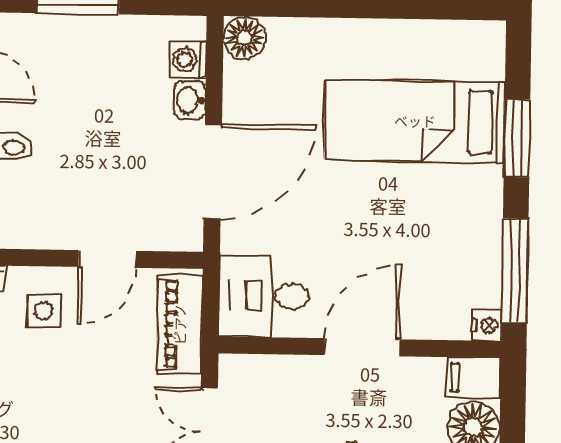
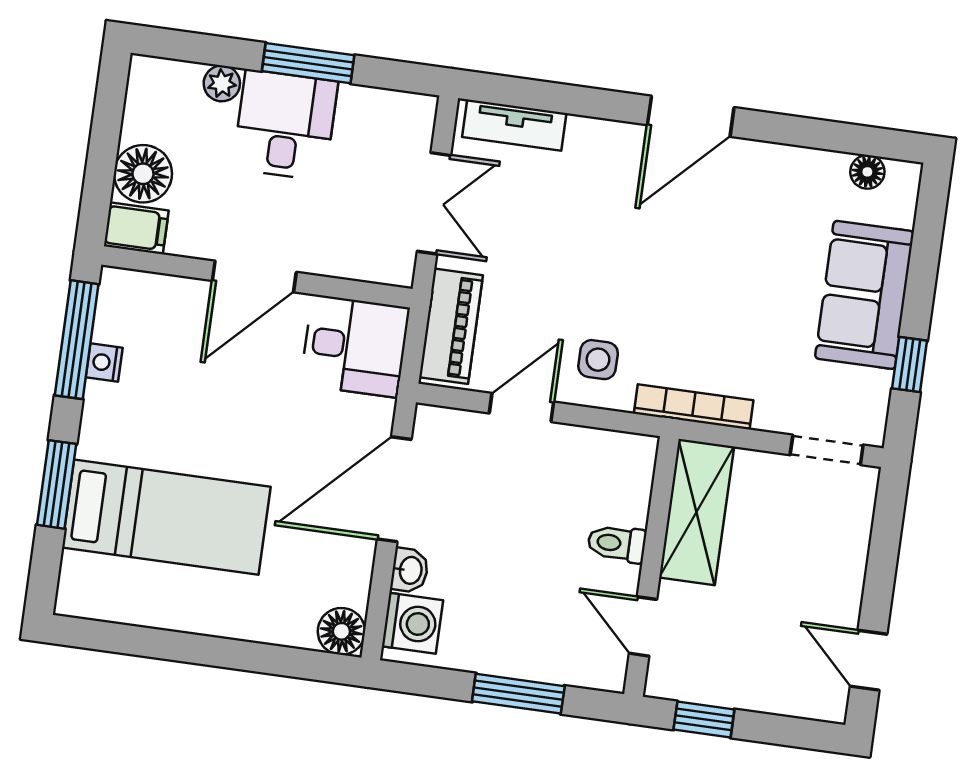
washing machine: (188, 60) -> (412, 623), width x1.38, depth x1.38
nightstand: (487, 325) -> (104, 362), moved

